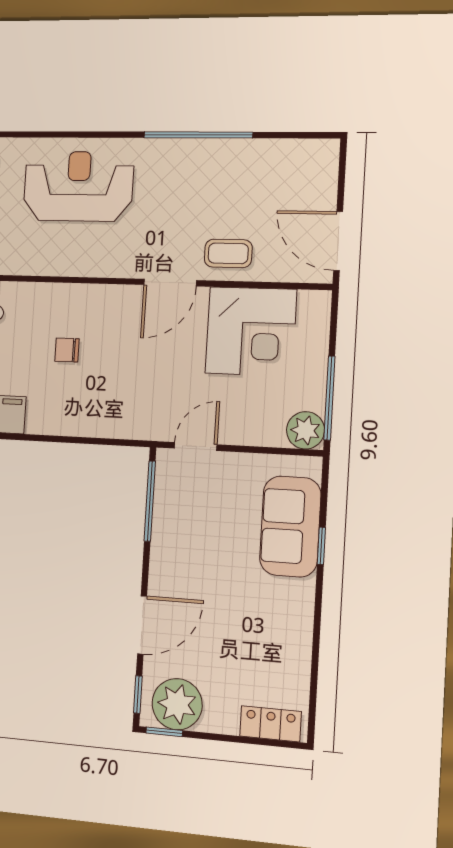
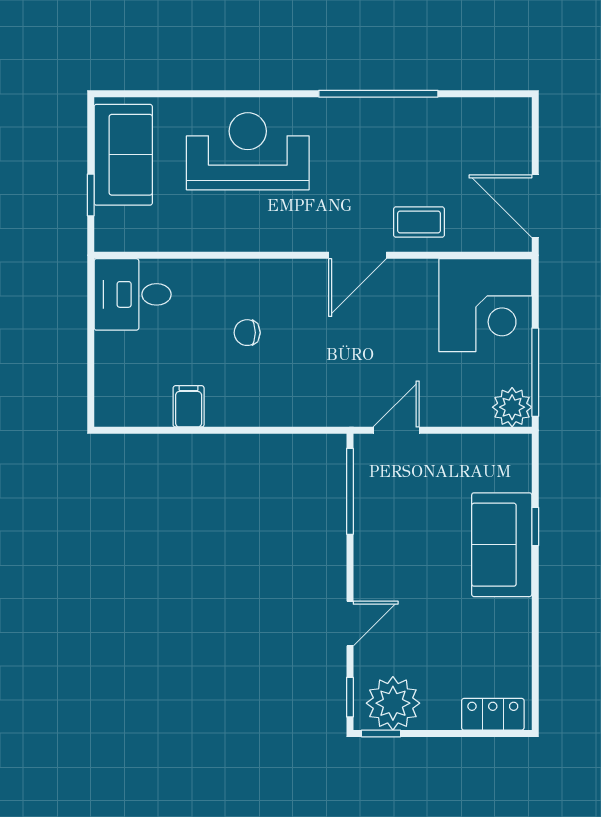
corner desk: (251, 331) -> (485, 305), moved
sofa: (290, 526) -> (502, 545), moved
door: (142, 625) -> (350, 623), width x0.73

